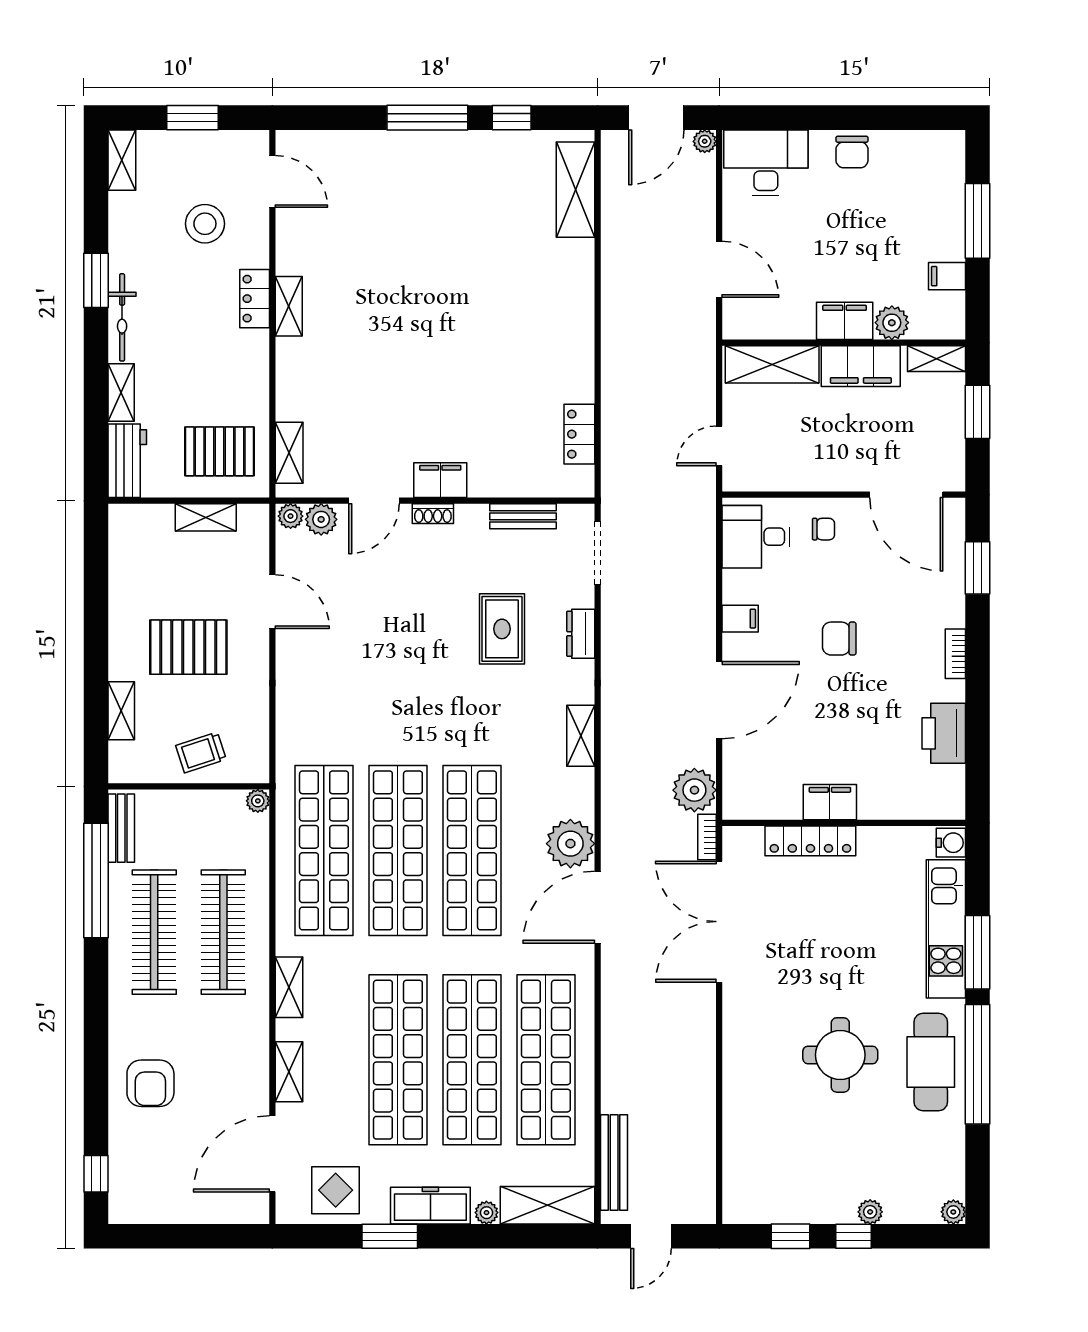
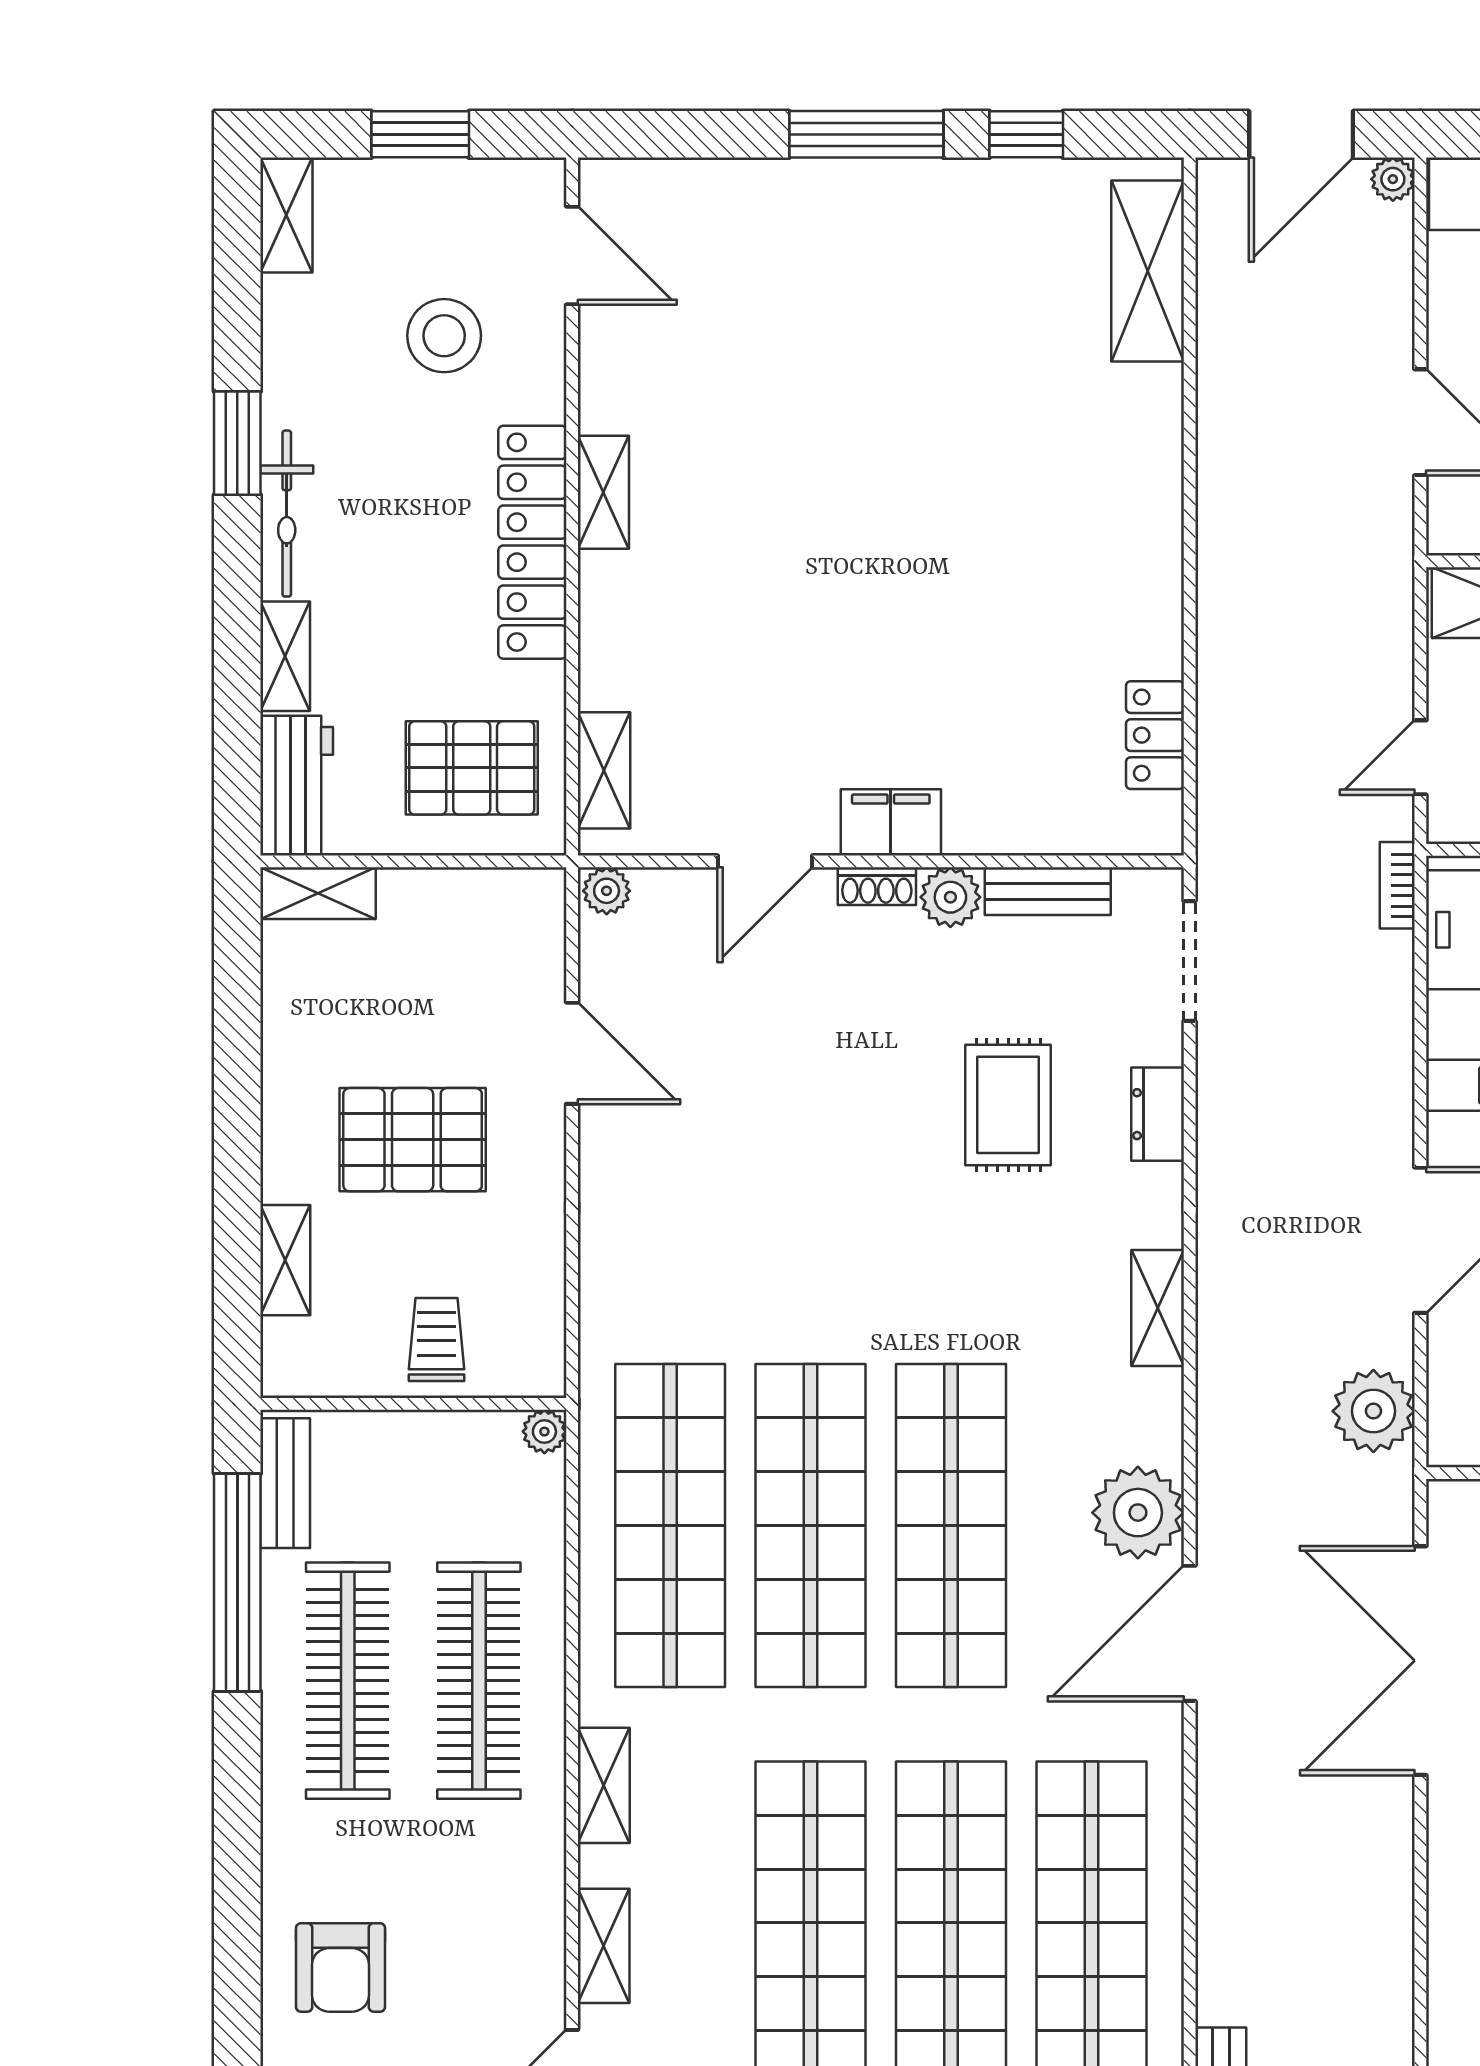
locker: (255, 299) -> (532, 542), width x2.16, depth x1.21
shelving: (206, 517) -> (318, 893), moved
plant: (321, 519) -> (950, 897), moved
trolley: (201, 752) -> (437, 1339), turned 108
bookcase: (707, 837) -> (1397, 885), moved

